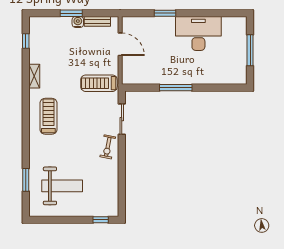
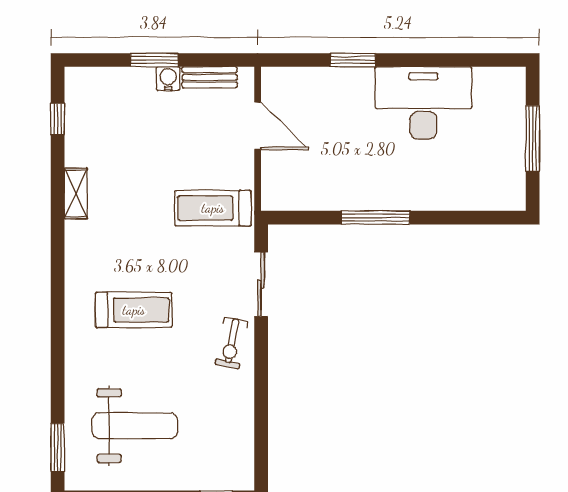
treadmill: (48, 116) -> (134, 310), moved, turned 90
window: (26, 180) -> (58, 447), moved

